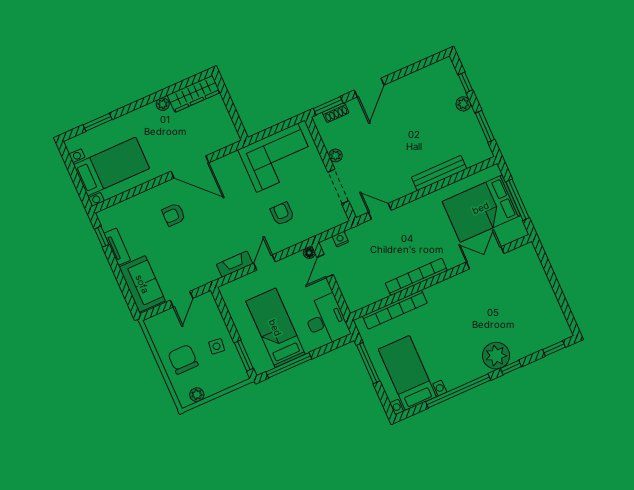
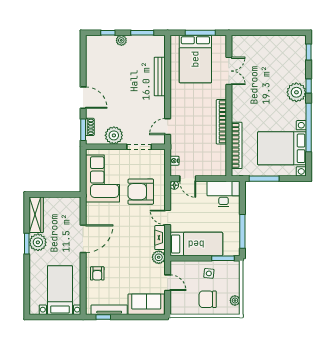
plant: (163, 104) -> (38, 242), width x1.88, depth x1.88
window: (98, 122) -> (27, 244), moved
plant: (335, 155) -> (114, 135), width x1.88, depth x1.88
armchair: (282, 214) -> (141, 192), width x1.88, depth x1.88
armchair: (174, 215) -> (97, 273), moved
tv unit: (117, 247) -> (109, 310), width x1.41
double door: (485, 258) -> (229, 71), swing flipped
plant: (209, 273) -> (159, 257), added
bed: (275, 328) -> (196, 244), moved, turned 180
bed with nightstands: (407, 373) -> (282, 148), width x1.36

